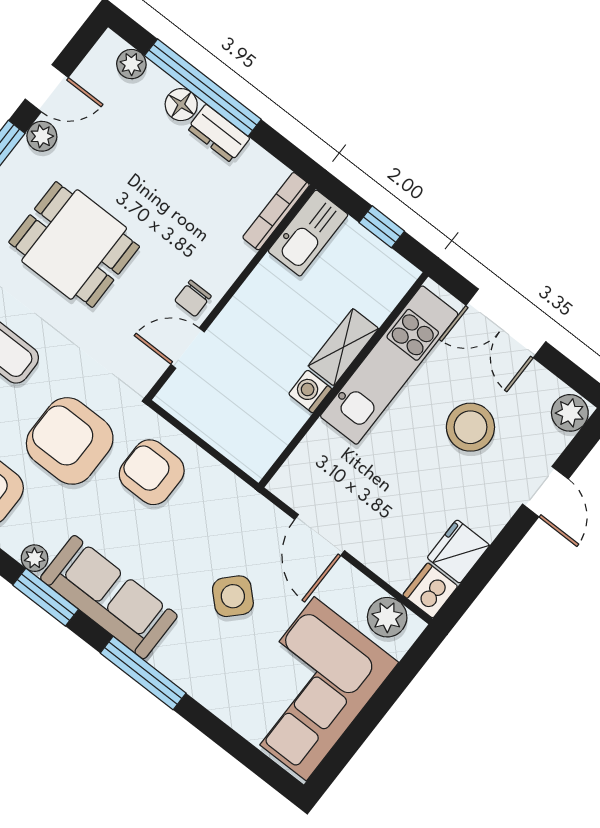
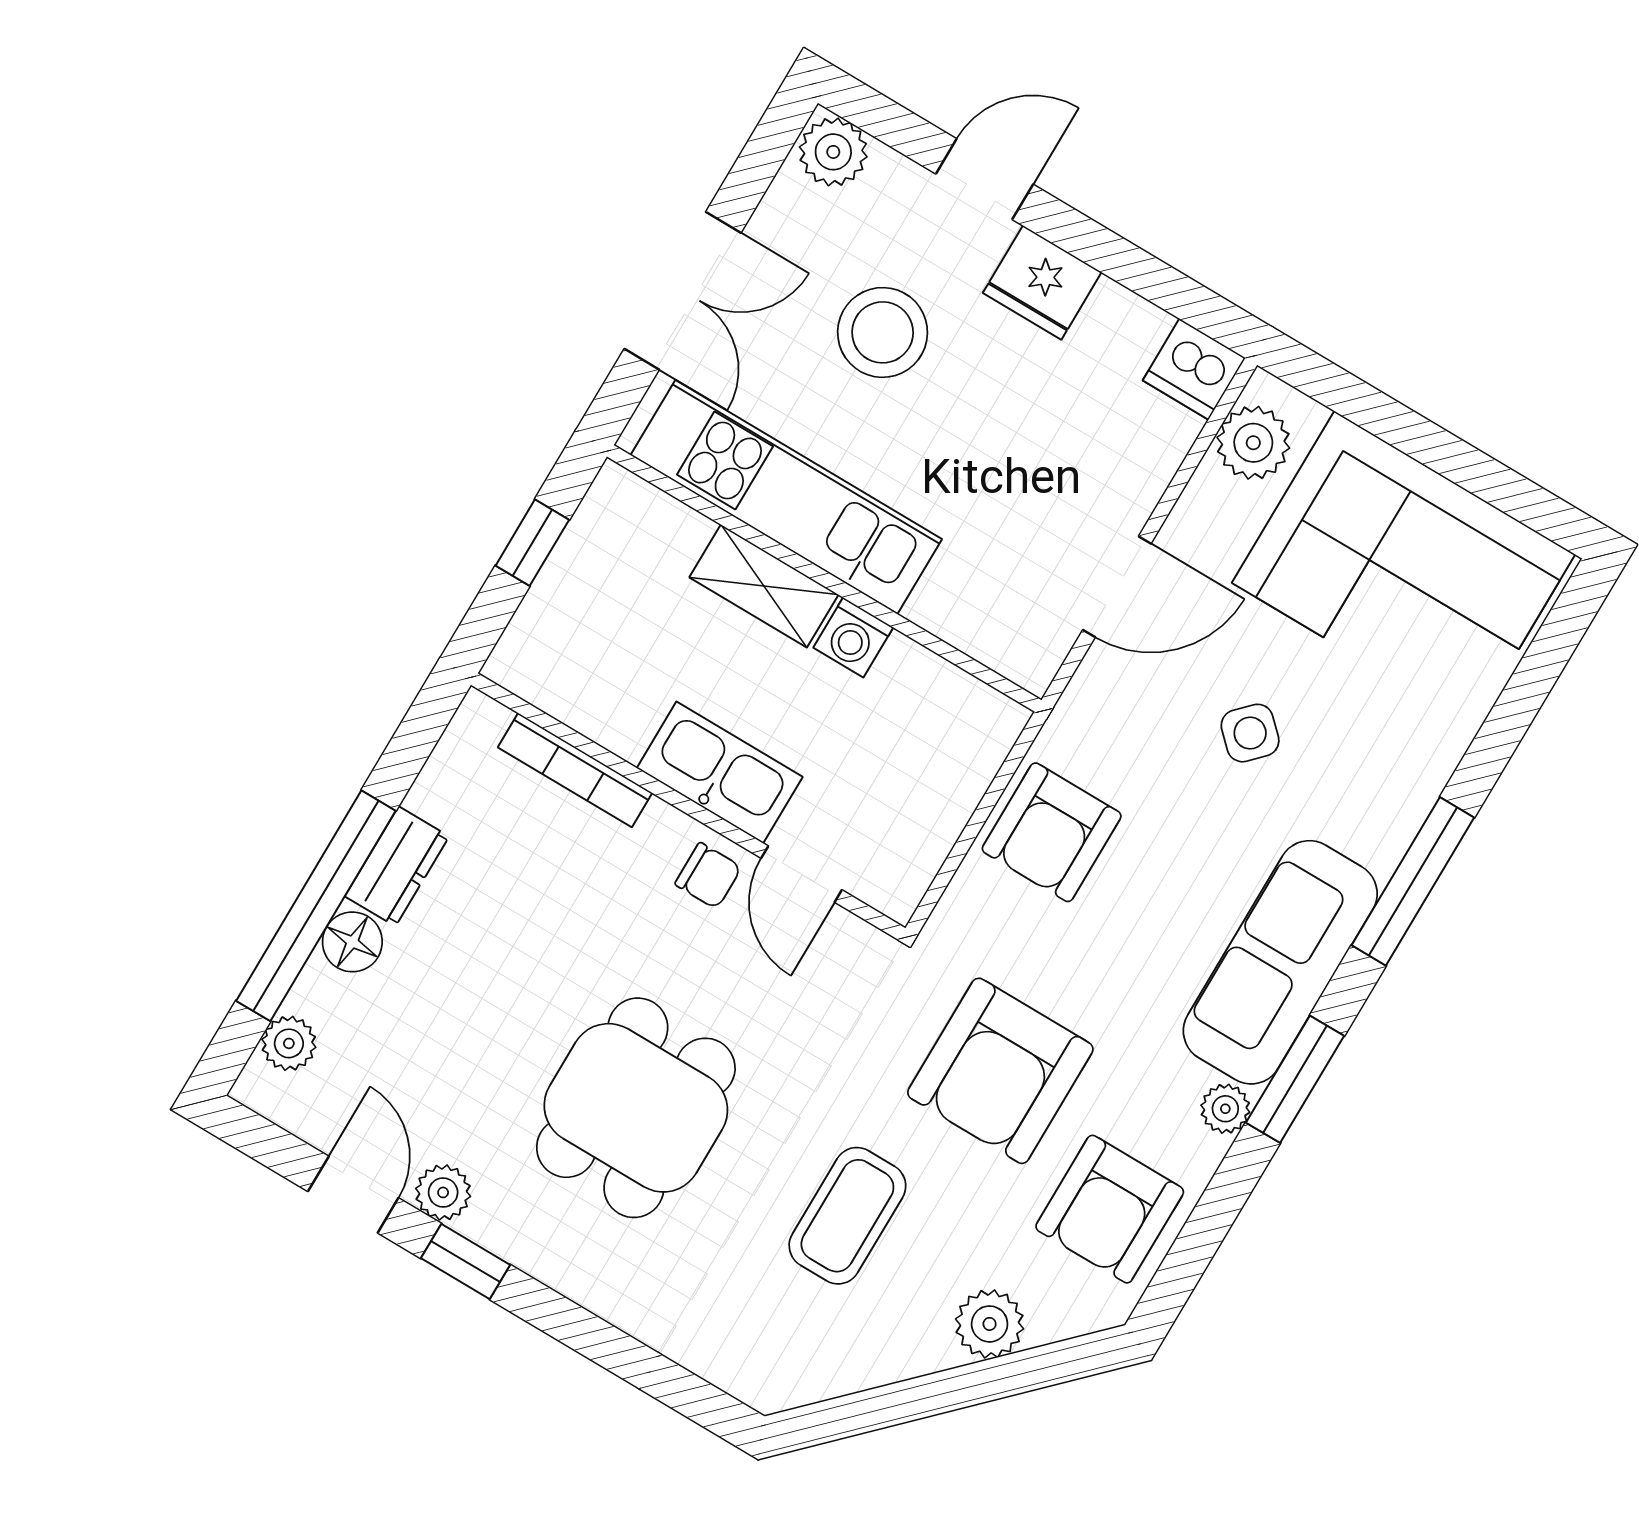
bookcase: (276, 211) -> (575, 770), moved
kitchen sink: (308, 233) -> (720, 772), moved
armchair: (152, 472) -> (1052, 832), moved
fridge: (458, 552) -> (1042, 283), moved
side table: (233, 596) -> (1250, 733), width x0.73, depth x0.73

